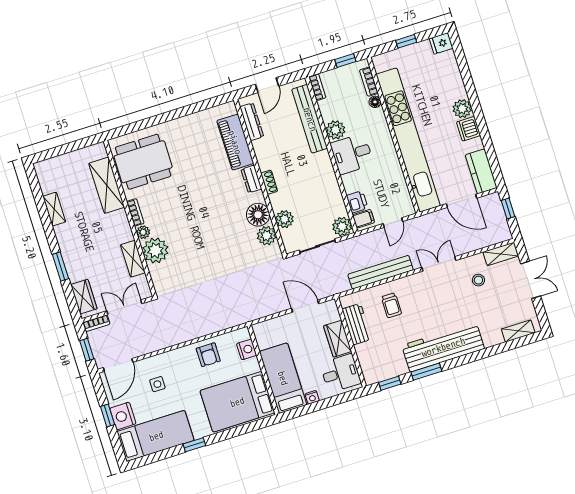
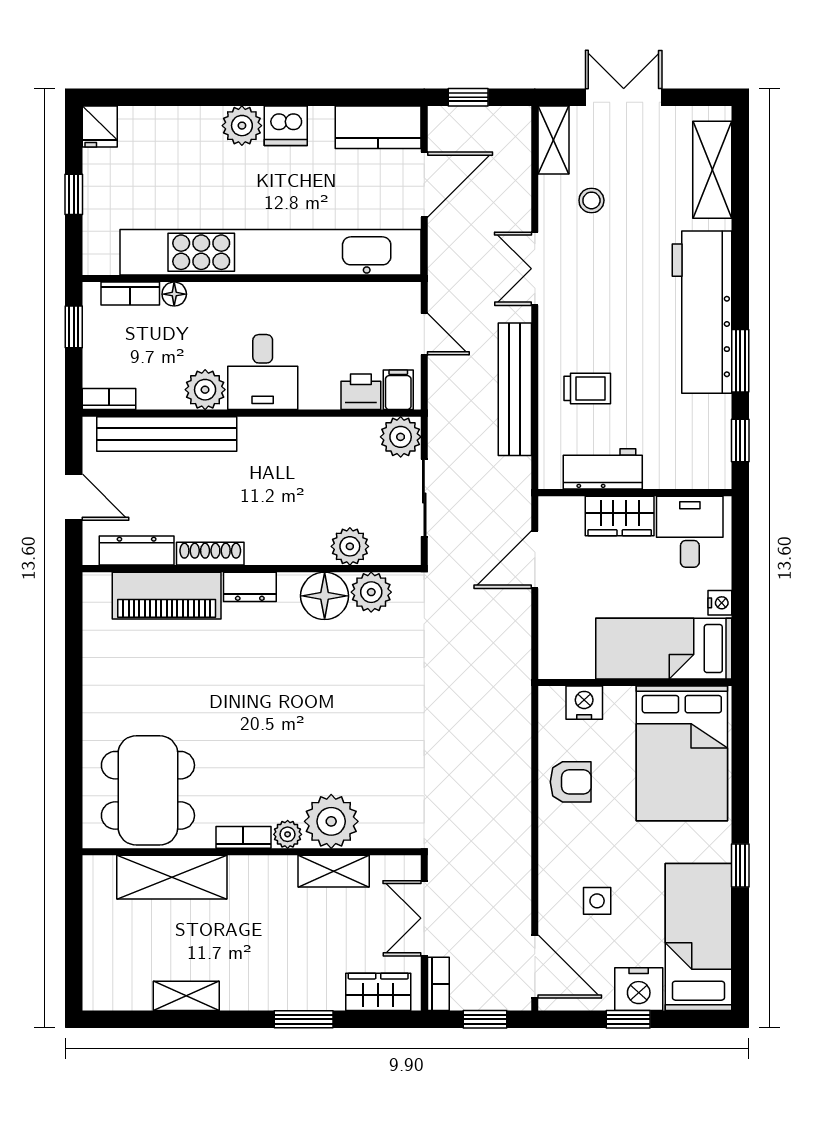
shoe rack: (269, 182) -> (210, 554), moved, width x1.43
shelving: (518, 331) -> (712, 170), width x1.50, depth x1.33

